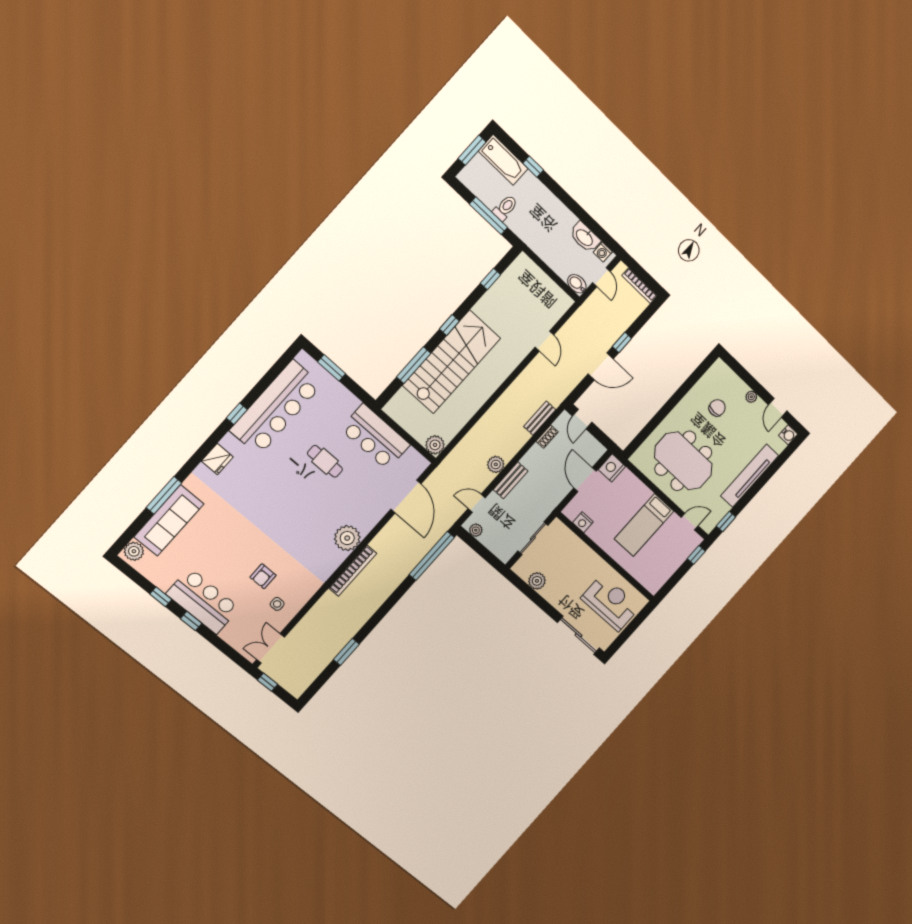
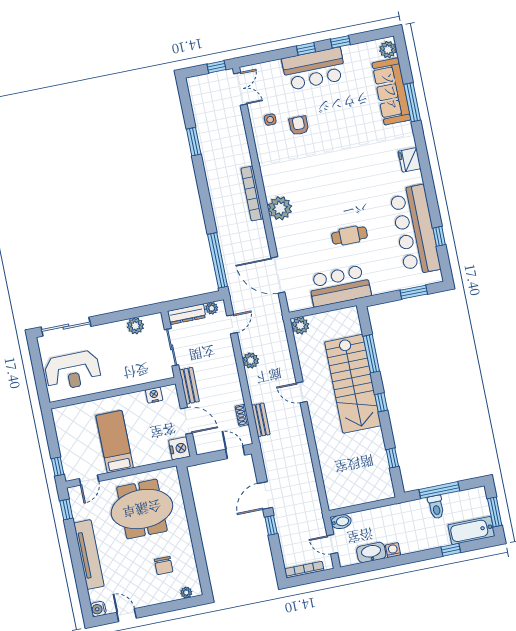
washing machine: (603, 252) -> (393, 550), moved
door: (544, 341) -> (302, 392), moved
plant: (751, 397) -> (186, 593), moved
window: (237, 414) -> (439, 236), moved
bench: (511, 480) -> (189, 386), moved
dresser: (496, 547) -> (187, 314), added

